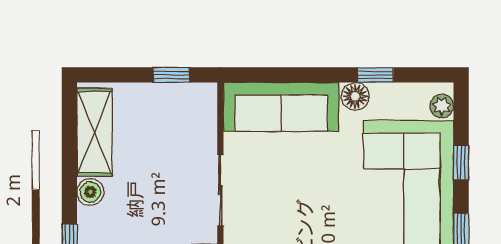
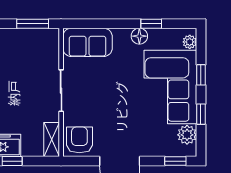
window: (171, 75) -> (33, 24), width x1.50
sofa: (281, 107) -> (87, 42), width x0.73

